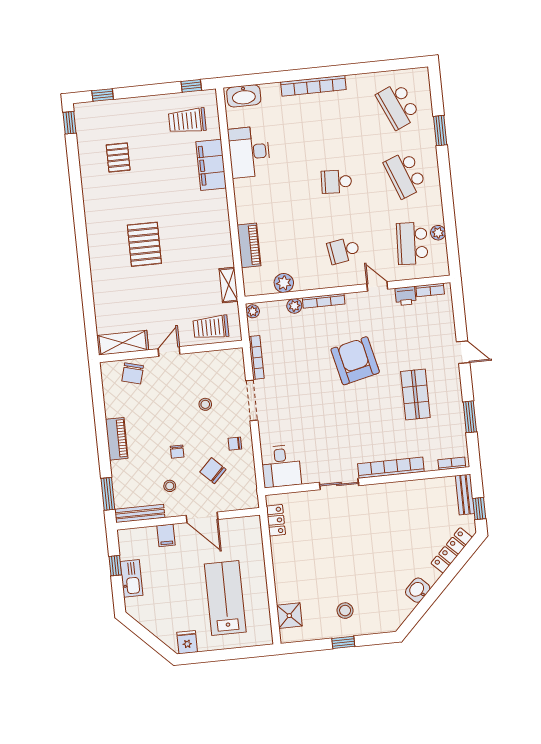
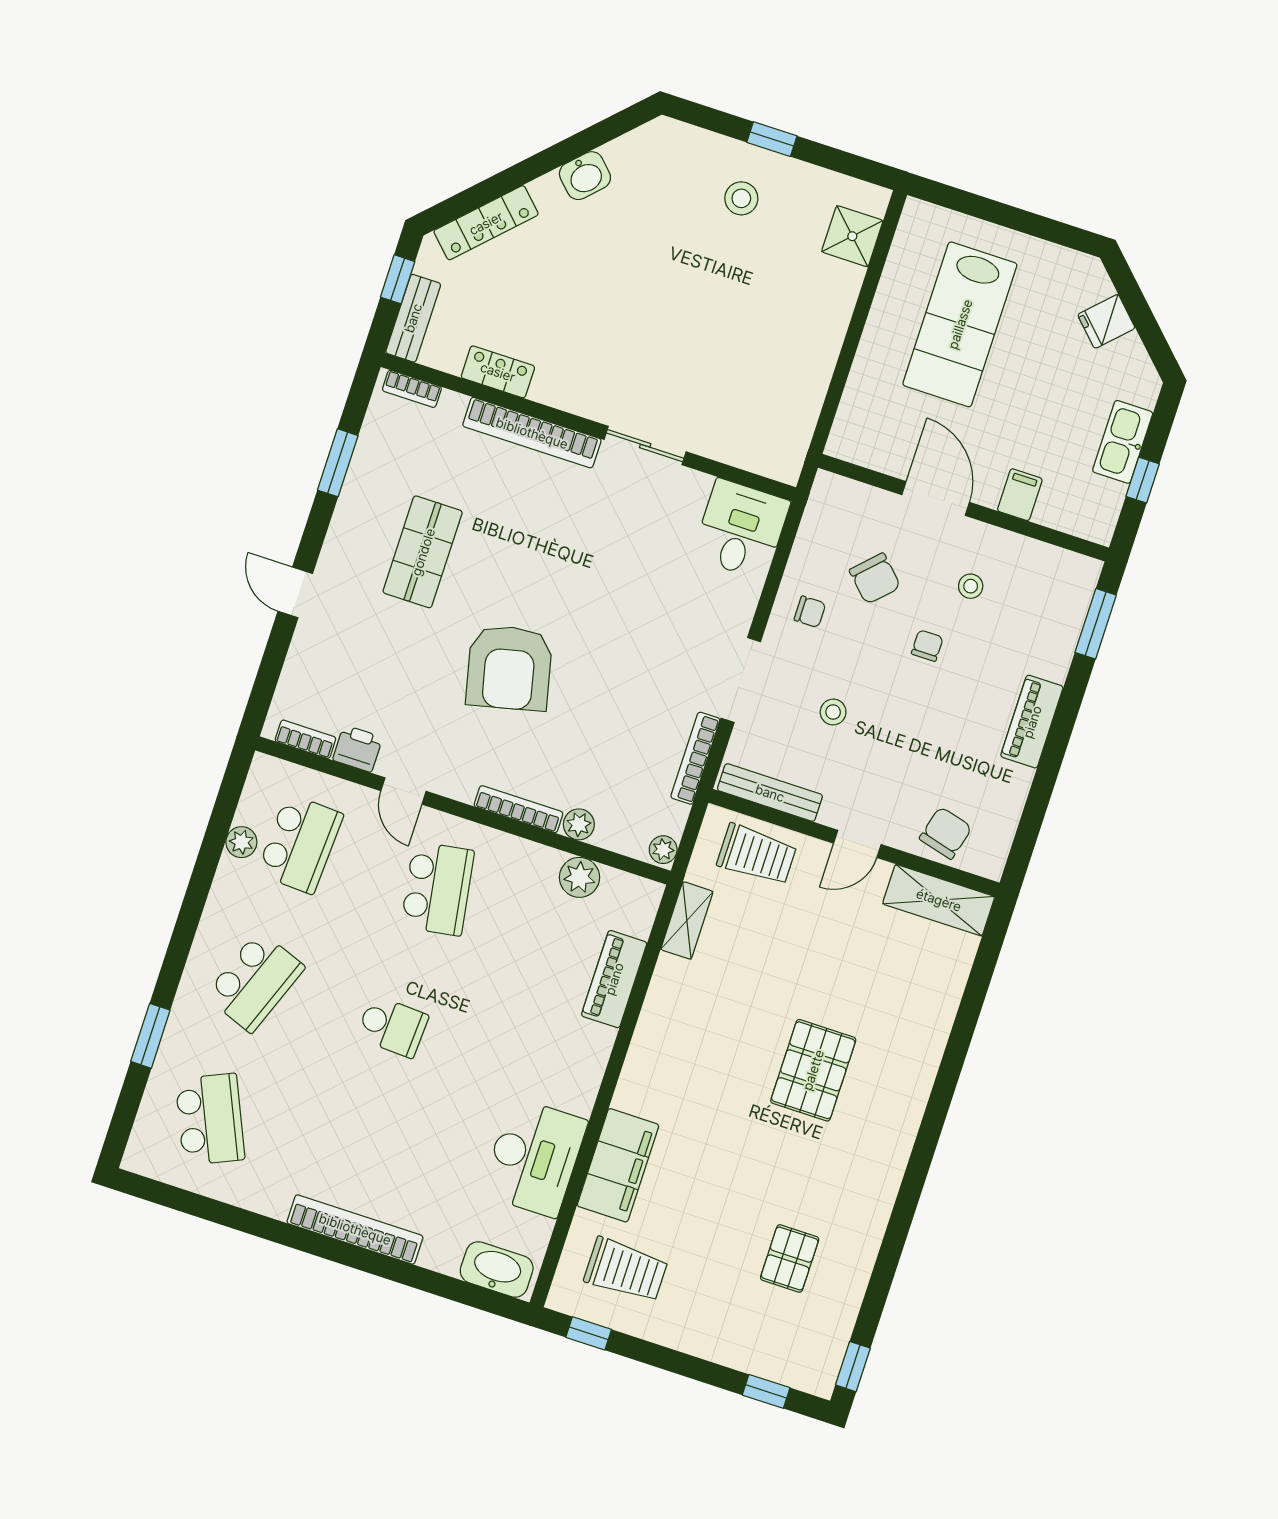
school desk: (405, 175) -> (255, 982), turned 42
school desk: (344, 250) -> (437, 889), width x1.85
bench: (140, 513) -> (770, 793), moved
locker: (276, 520) -> (498, 372), moved, turned 90
fridge: (187, 642) -> (1106, 321), moved, turned 45

